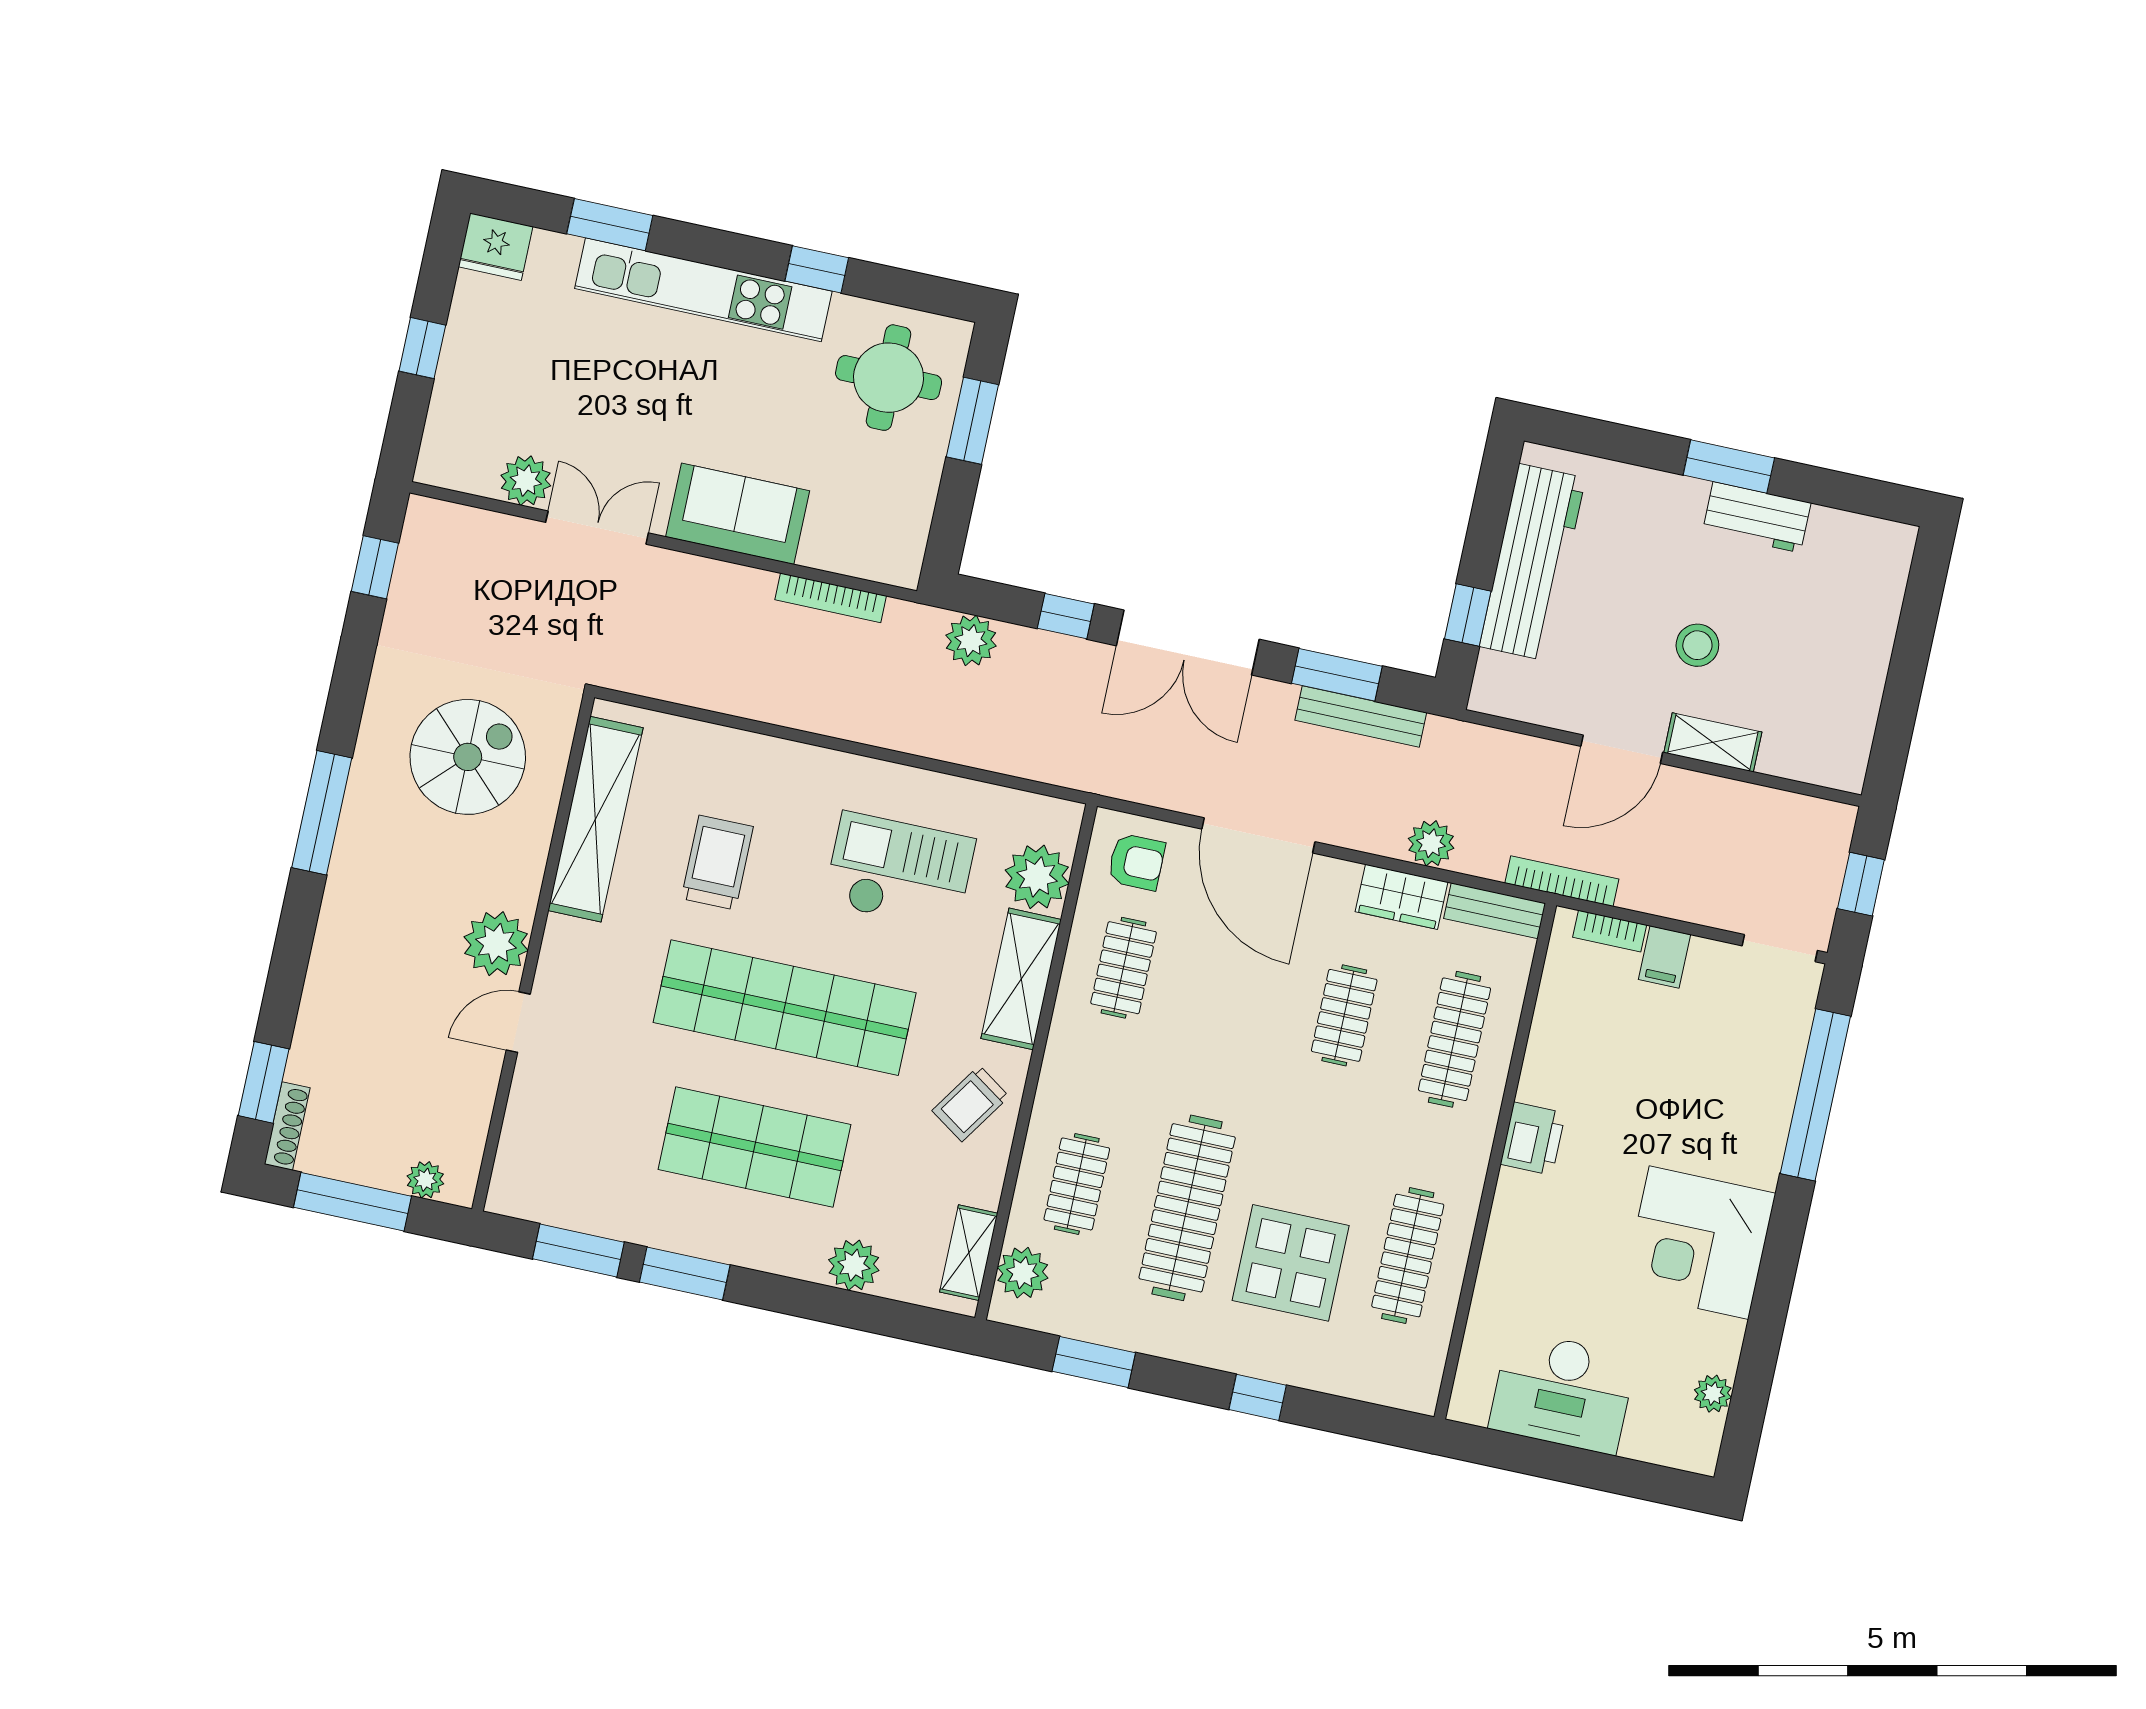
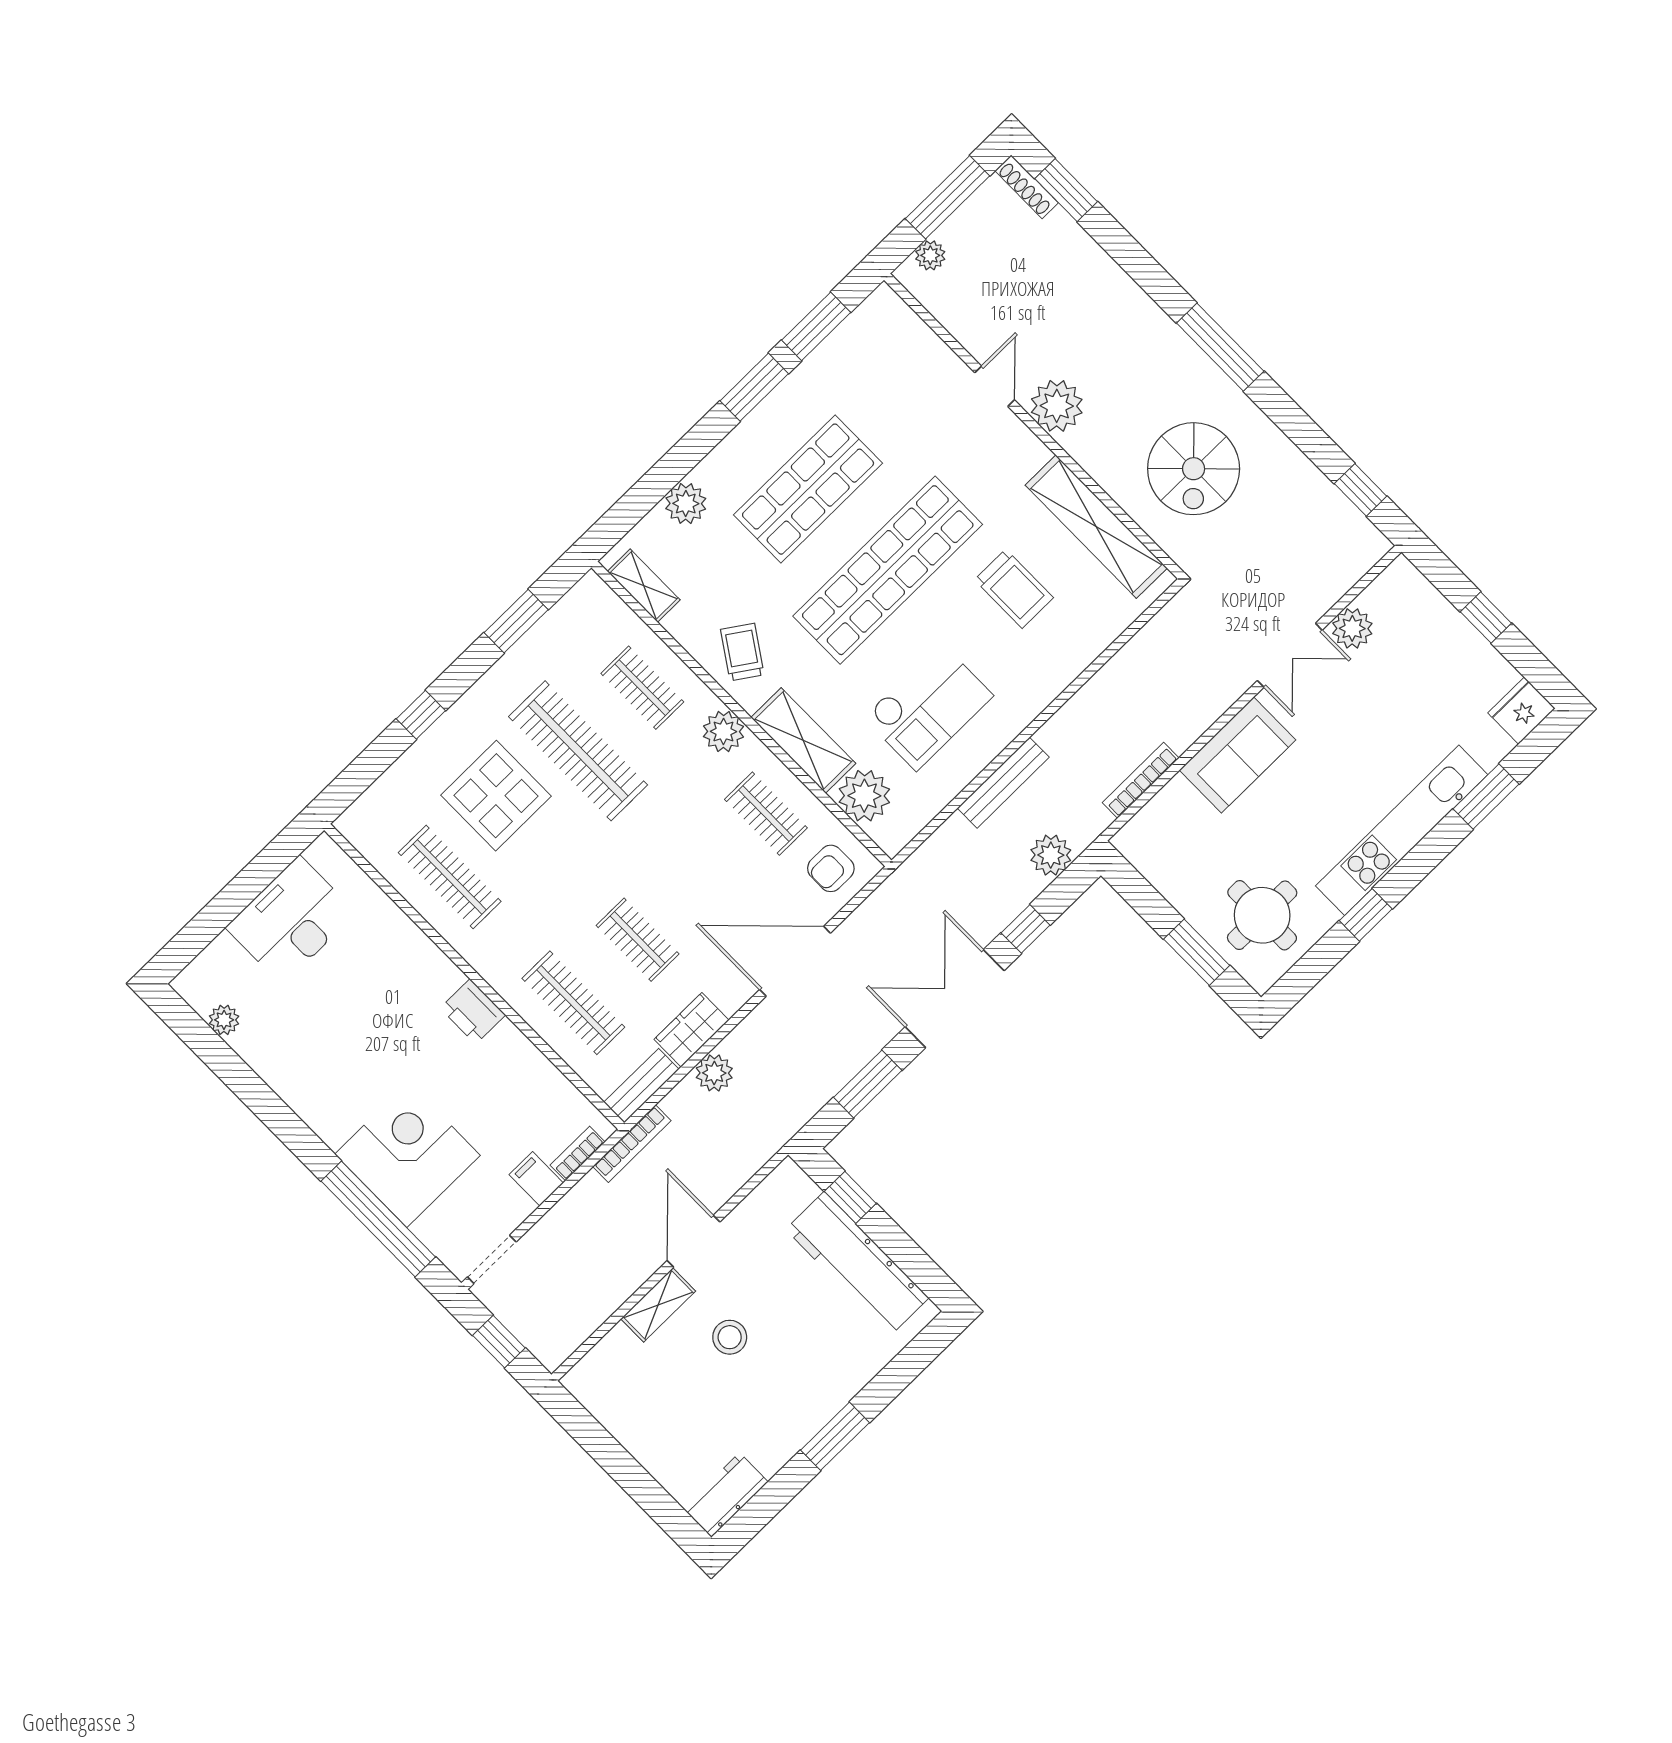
workbench: (1757, 517) -> (726, 1495), moved
bench: (1361, 716) -> (1003, 783), moved
corner desk: (1699, 1243) -> (408, 1155), moved
plant: (1023, 1273) -> (723, 732), moved

